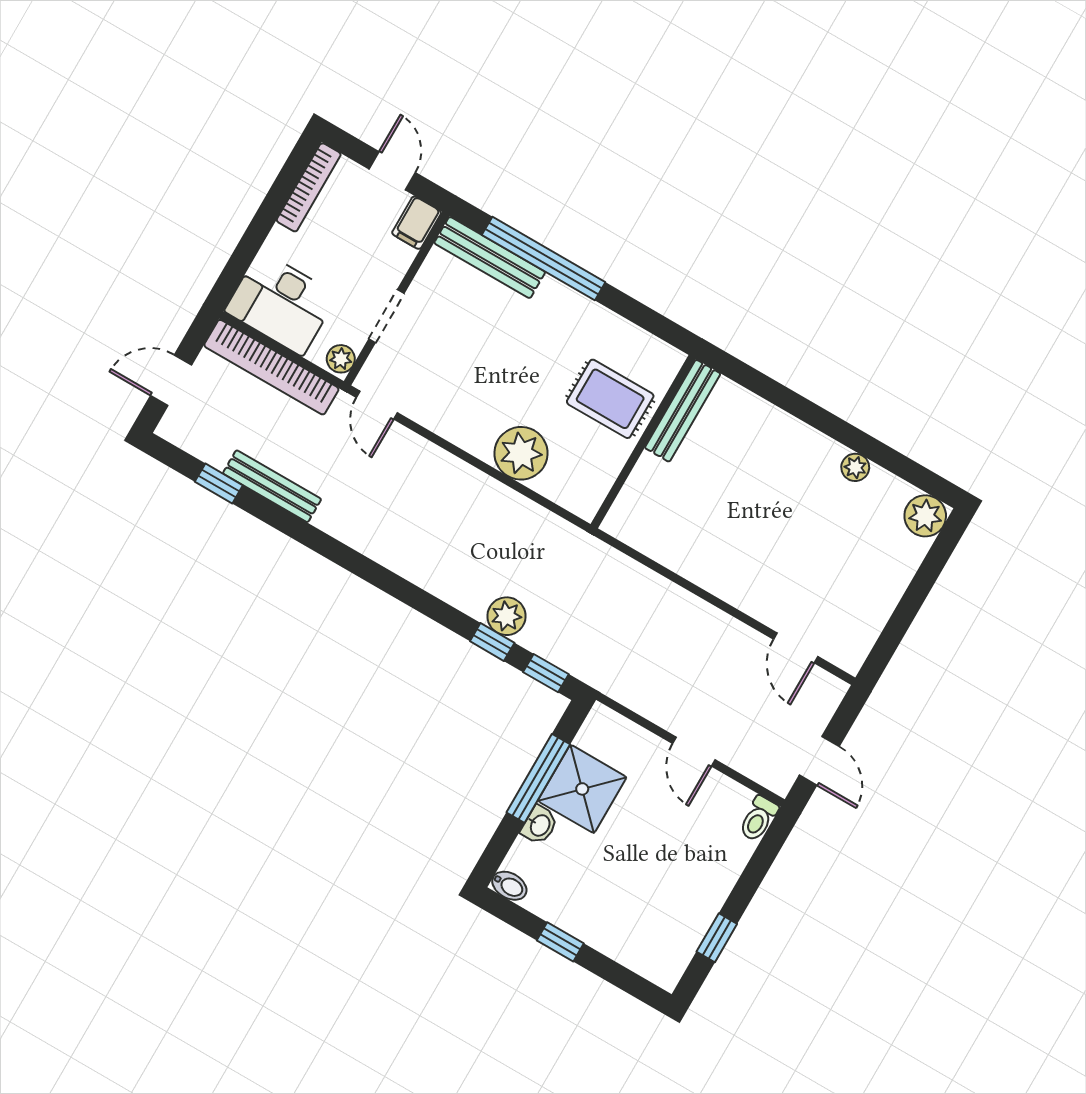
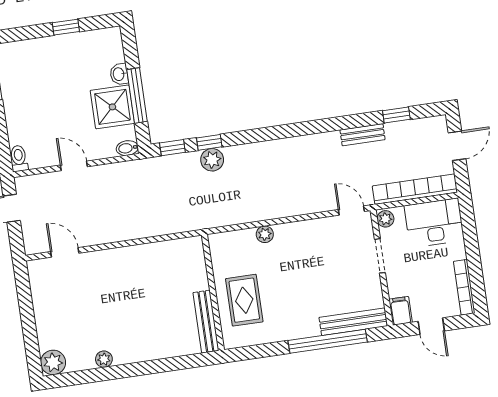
rug: (610, 399) -> (244, 300), turned 90
plant: (521, 453) -> (265, 234), width x0.53, depth x0.53
bench: (272, 486) -> (363, 135), width x0.73
bidet: (509, 886) -> (127, 148), moved

